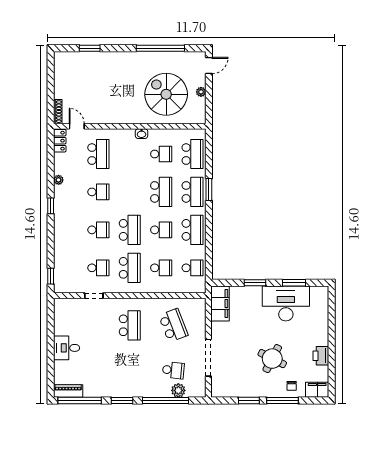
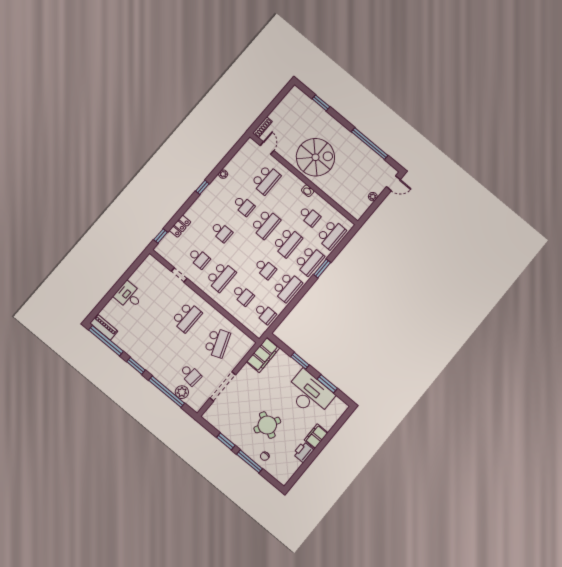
spiral stairs: (166, 94) -> (315, 157), moved, turned 90
locker: (60, 141) -> (180, 226), moved
school desk: (130, 230) -> (266, 224), moved
filing cabinet: (317, 390) -> (316, 436), moved, turned -90

